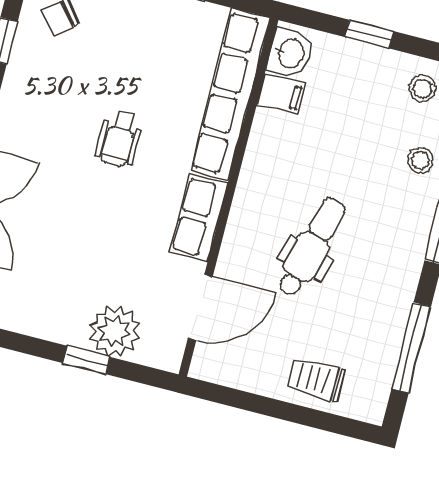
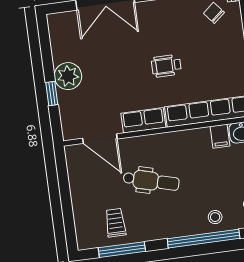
plant: (114, 331) -> (68, 76), moved
trolley: (316, 379) -> (115, 223), moved

